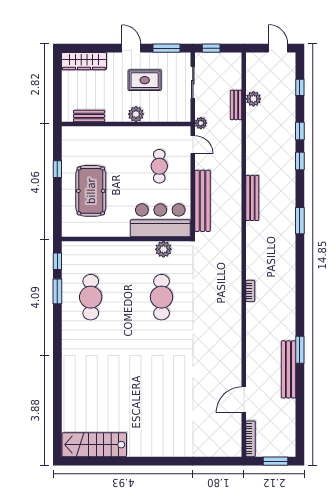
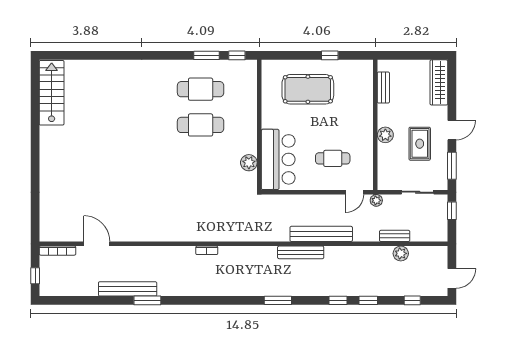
bench: (203, 201) -> (321, 234), moved
cafe table: (162, 297) -> (201, 125), moved
window: (275, 461) -> (35, 276), width x0.67

